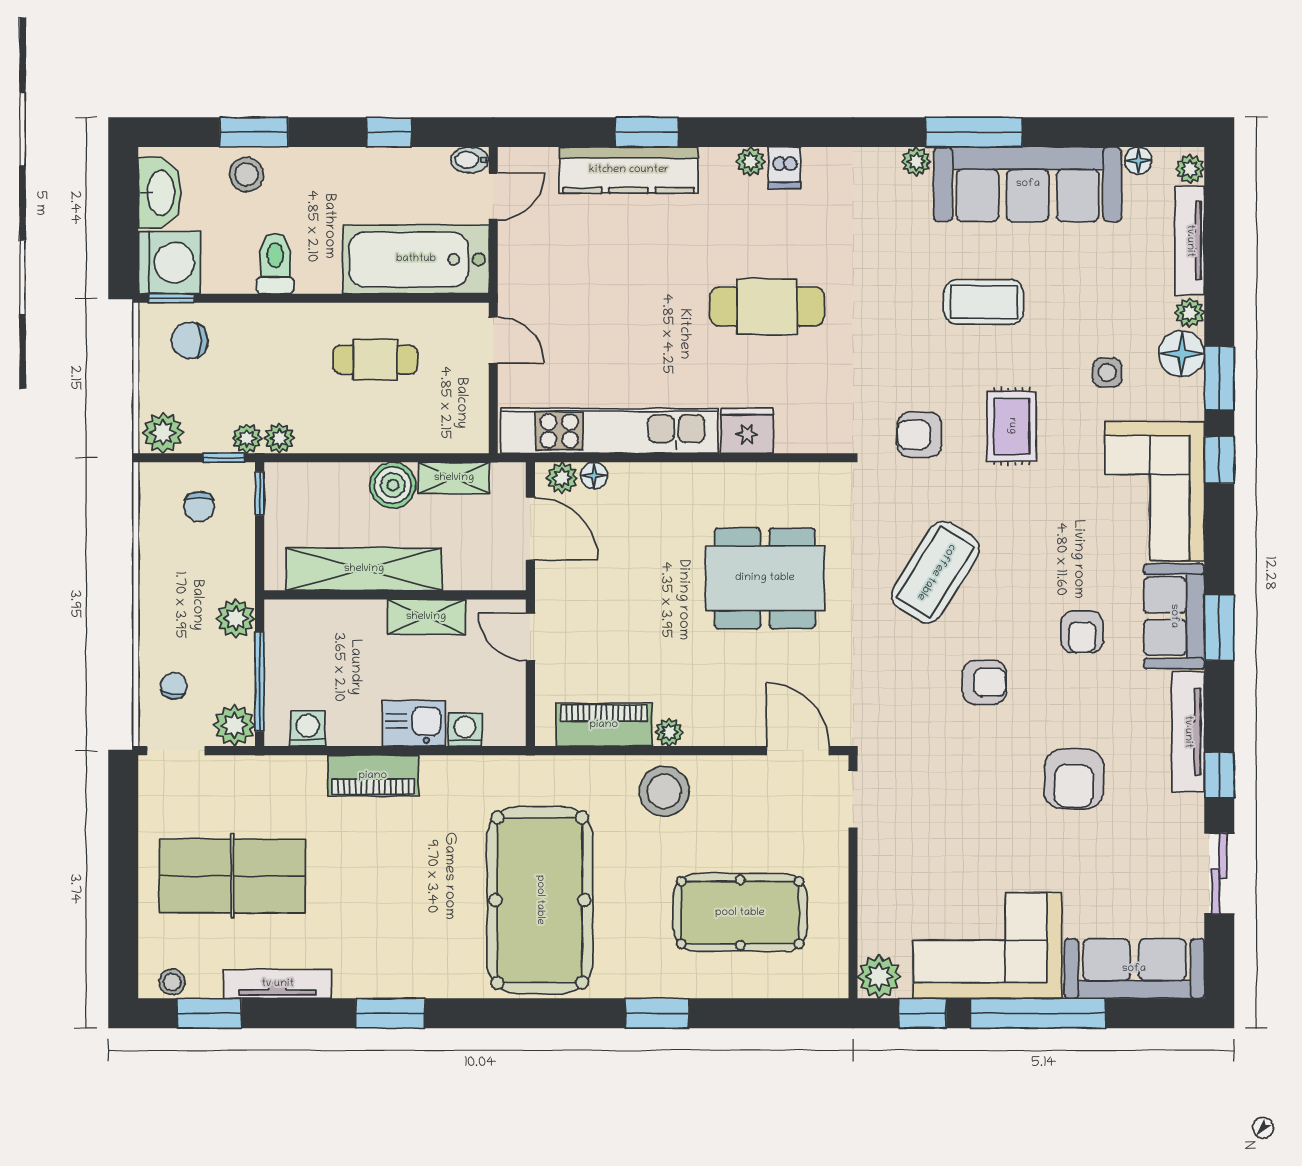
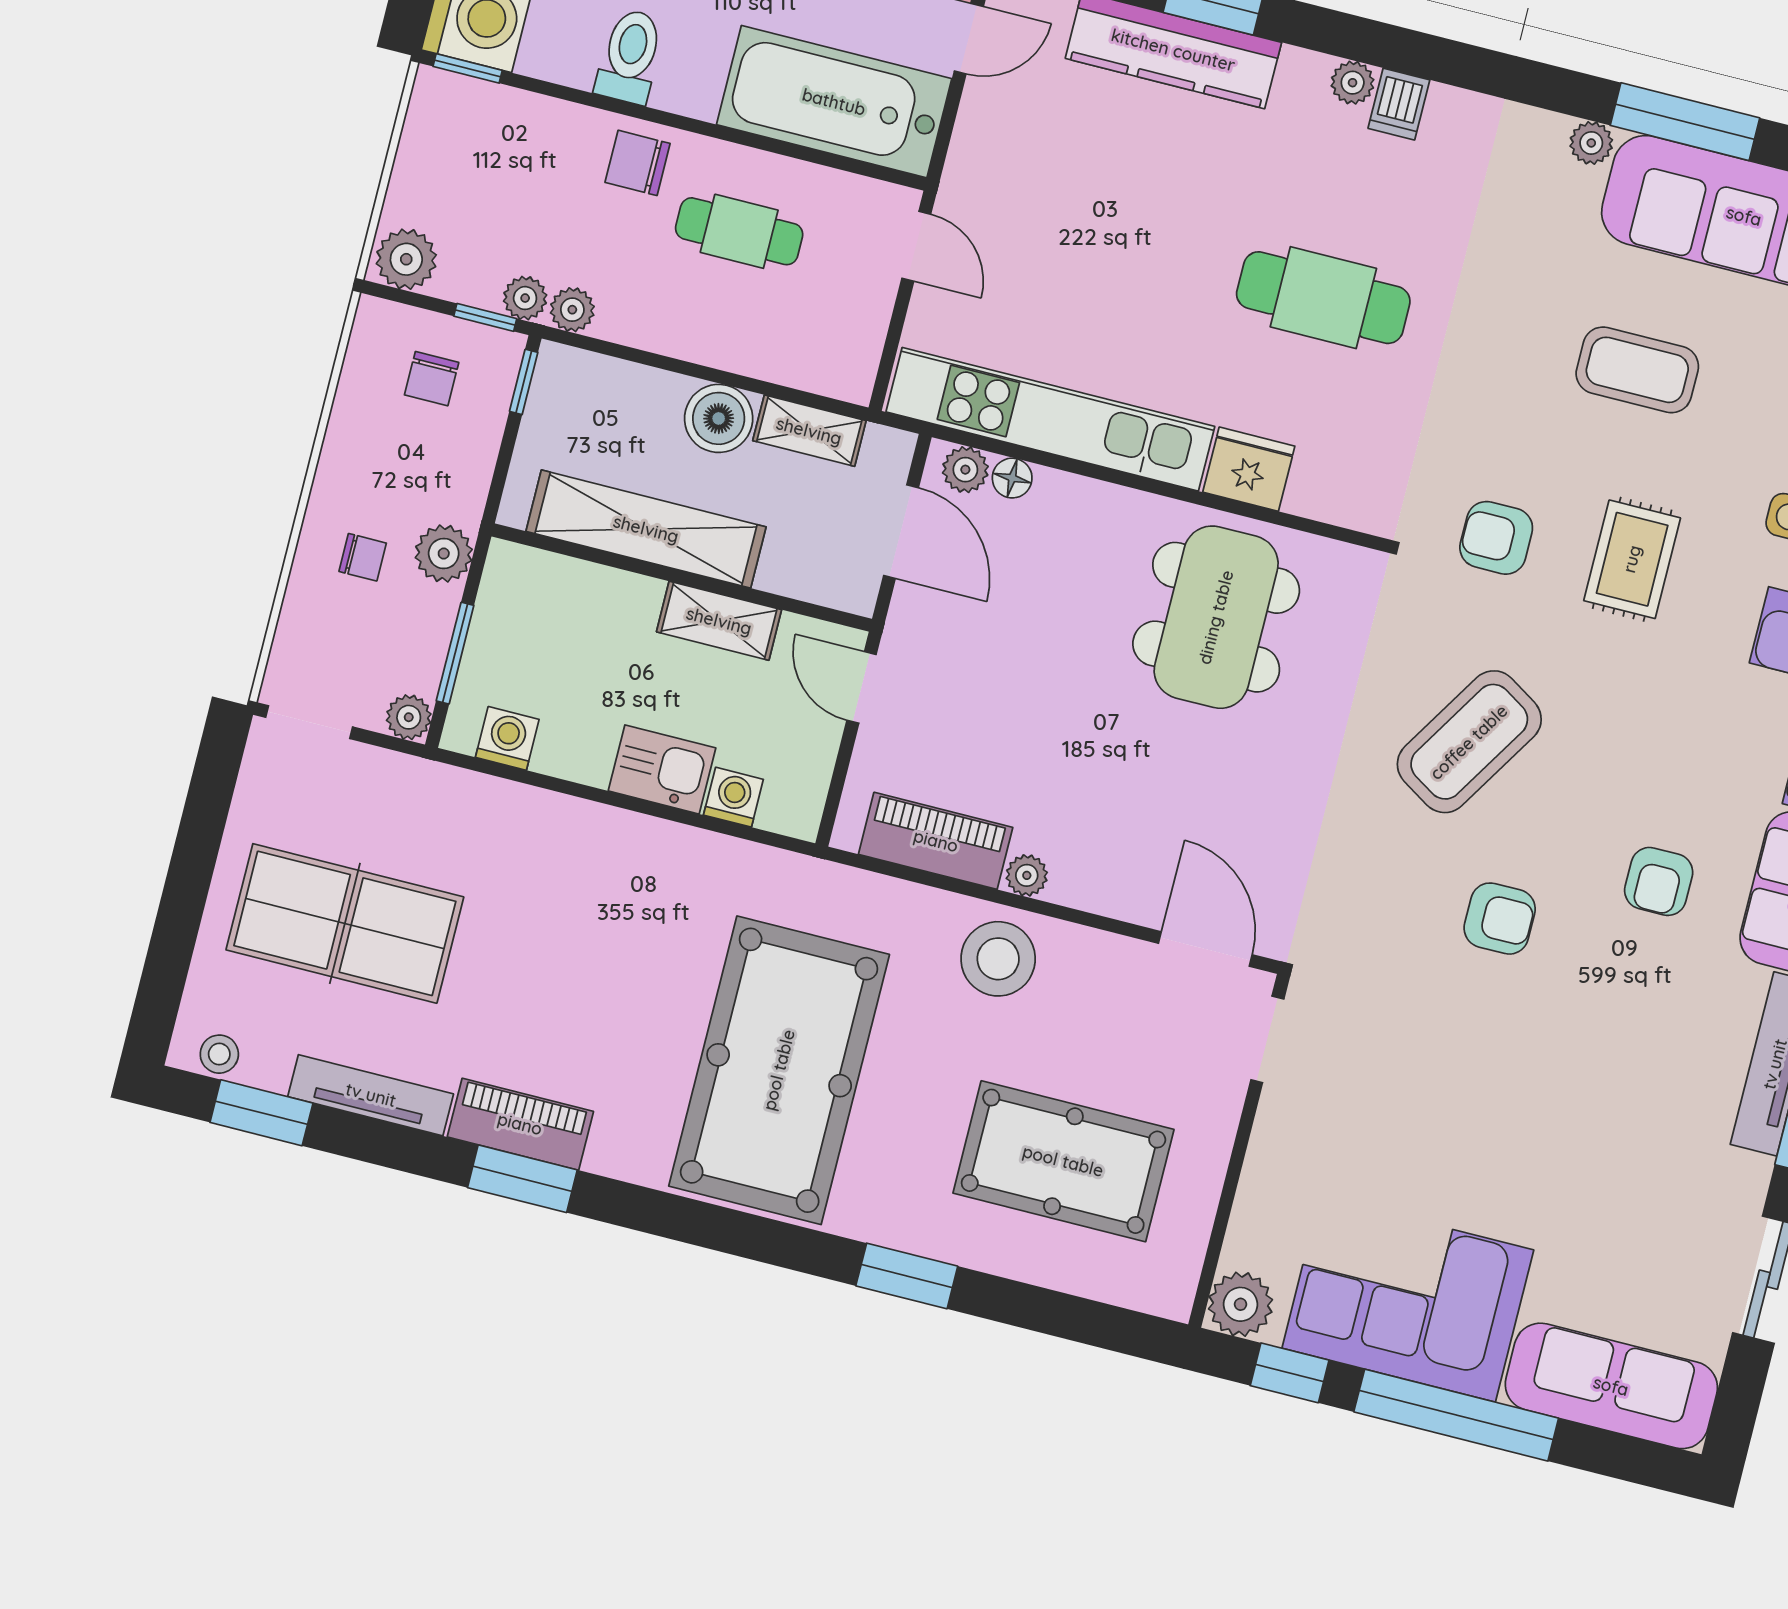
chair: (190, 340) -> (638, 163), moved
dining table: (765, 578) -> (1216, 617), moved, turned 90
window: (260, 682) -> (455, 653), width x0.69
chair: (174, 686) -> (363, 557), moved, turned 81
plant: (234, 725) -> (409, 717), width x0.73, depth x0.73
piano: (373, 776) -> (520, 1124), moved, turned 180
armchair: (1074, 779) -> (1593, 1090), removed

